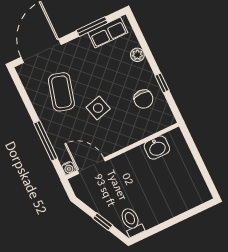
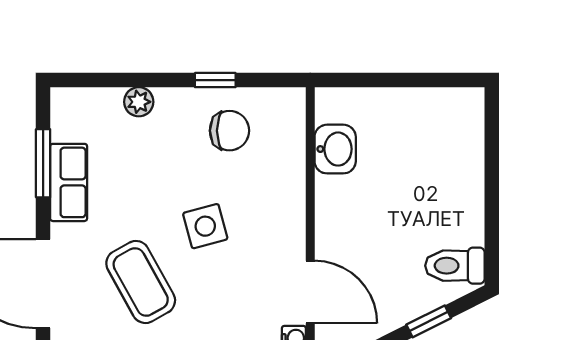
row of seats: (108, 32) -> (69, 182), moved
coffee table: (61, 92) -> (141, 282), turned 46
door: (91, 166) -> (310, 292), swing flipped

